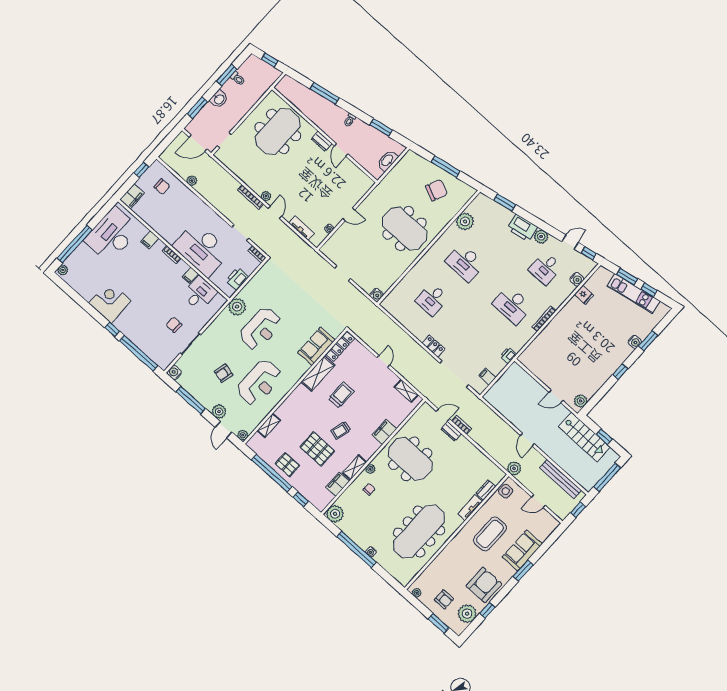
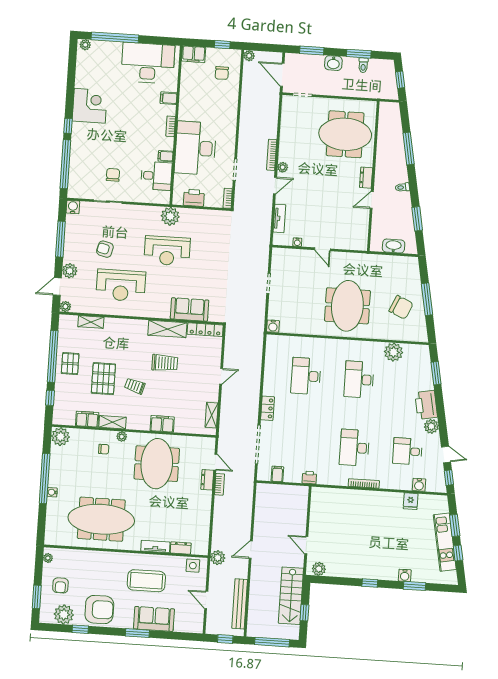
plant: (192, 181) -> (249, 56), moved
desk: (432, 299) -> (306, 376), width x1.37

